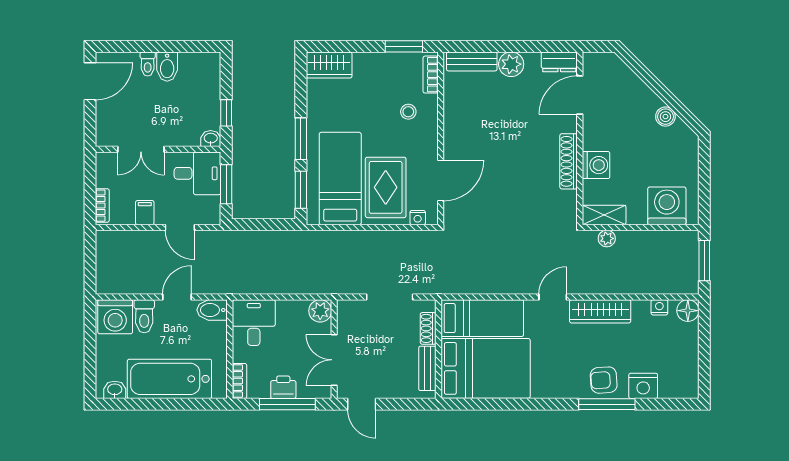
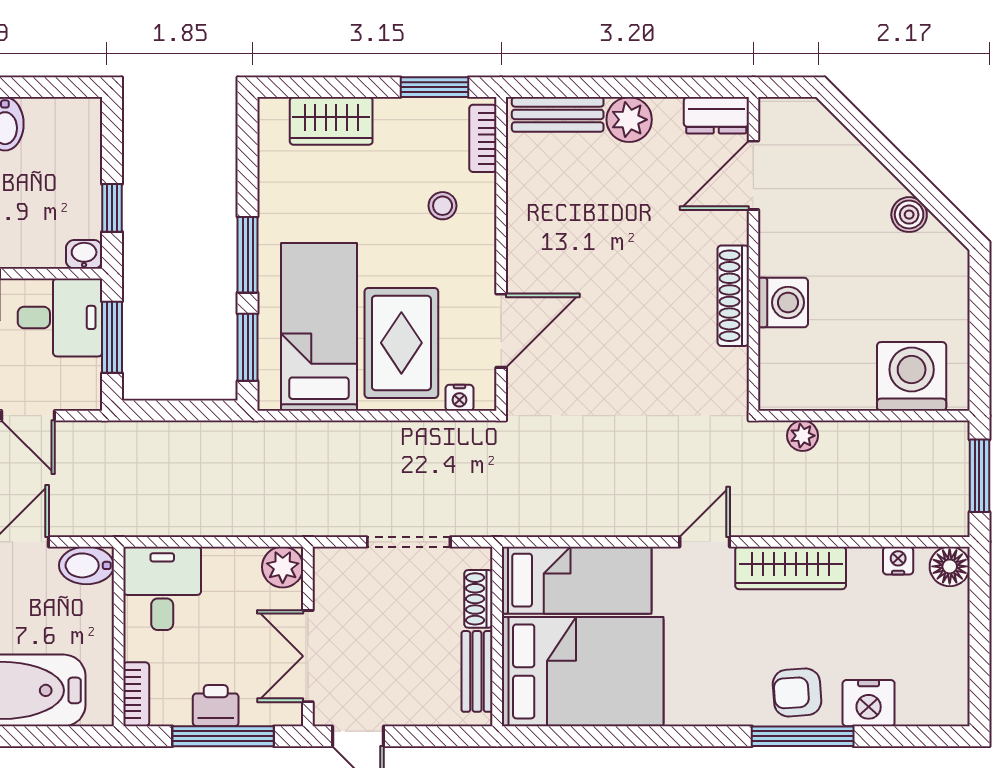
wardrobe: (329, 65) -> (331, 121), moved
shelving: (604, 215) -> (798, 393), removed

